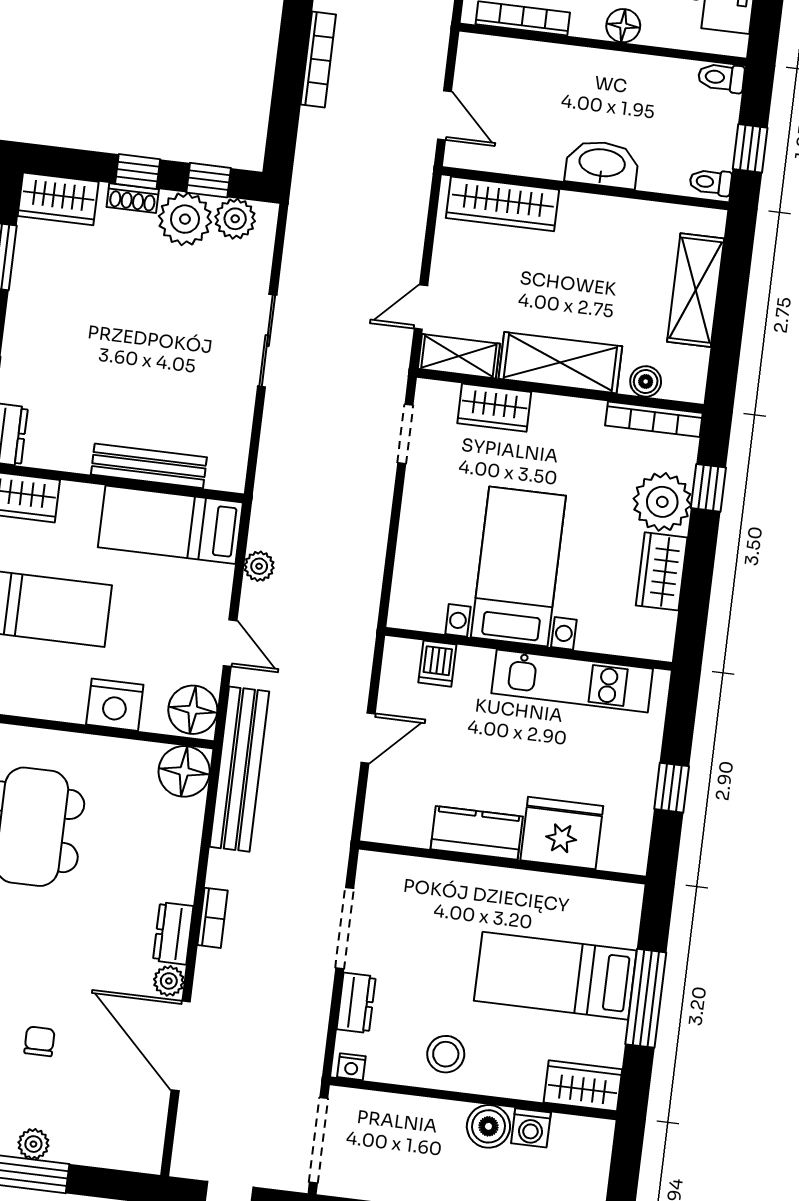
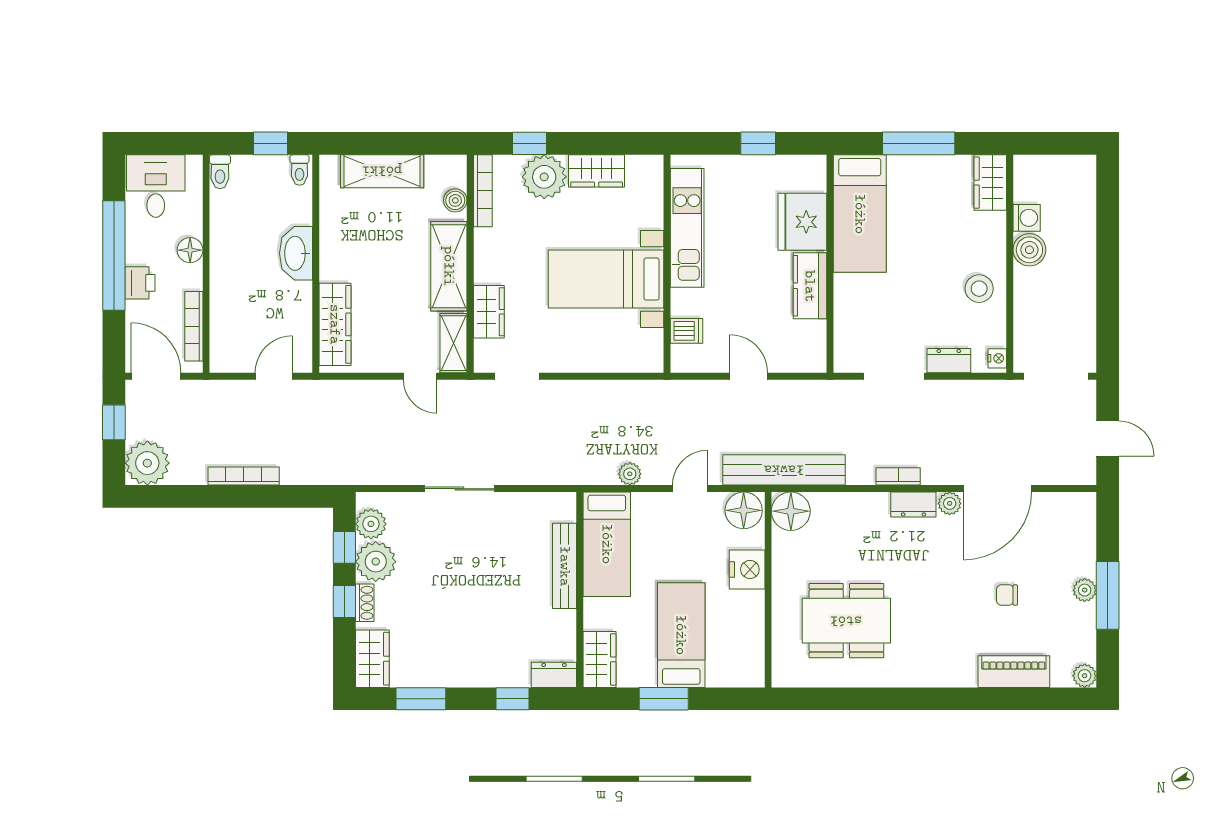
bed: (555, 976) -> (860, 214), moved

